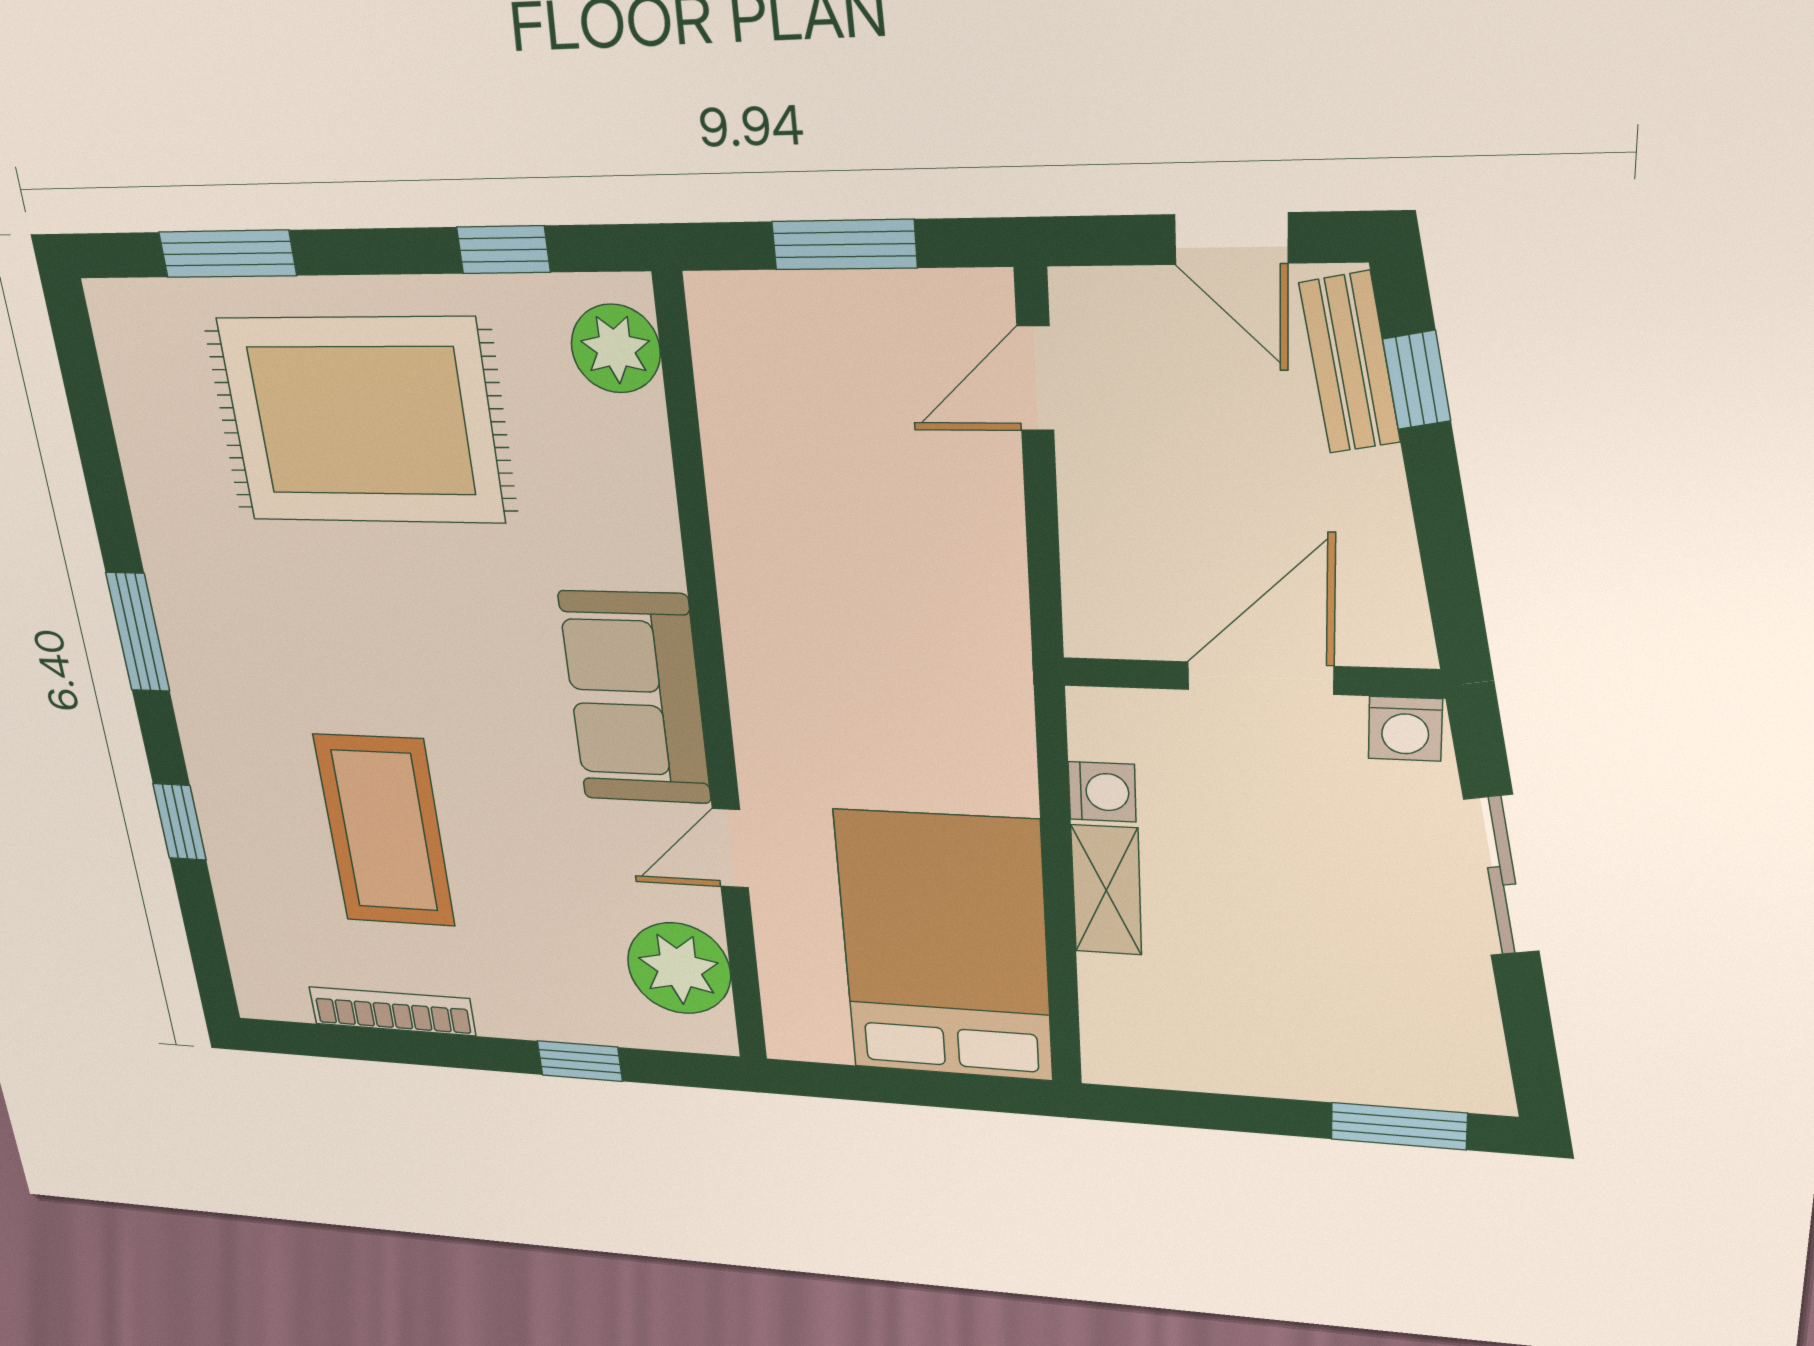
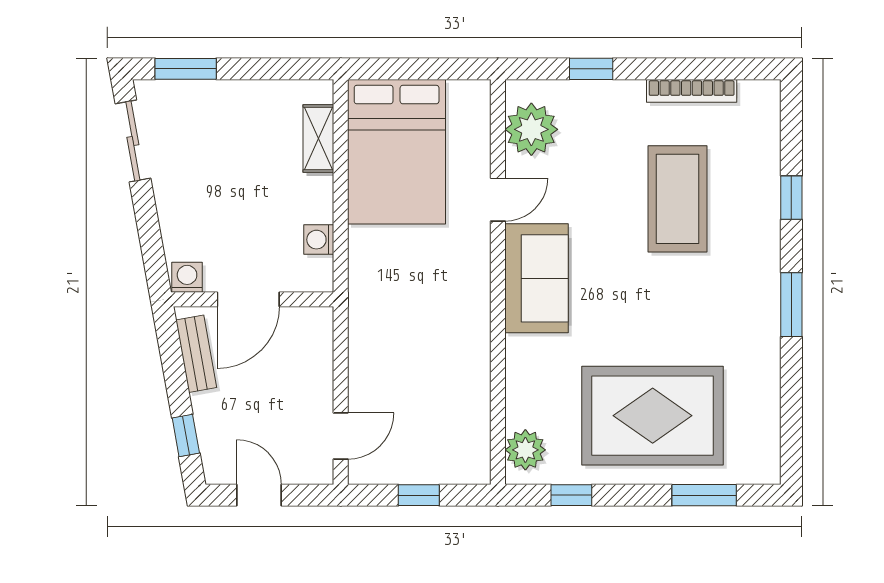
window: (844, 245) -> (419, 495), width x0.67
bench: (1350, 363) -> (196, 354), moved
sliding door: (1502, 876) -> (133, 141), moved
shelving: (1106, 890) -> (318, 138), moved

